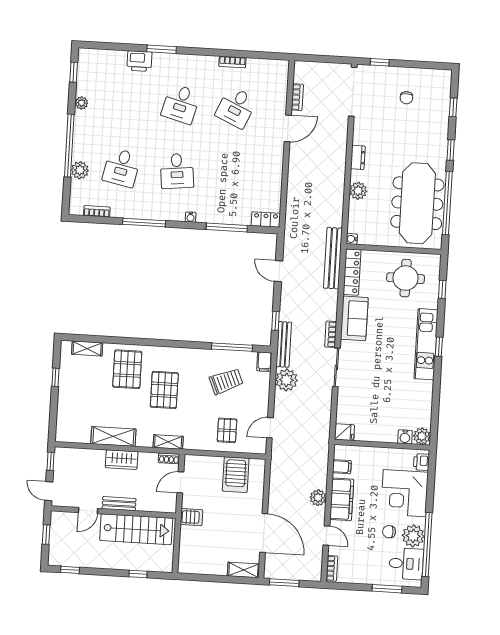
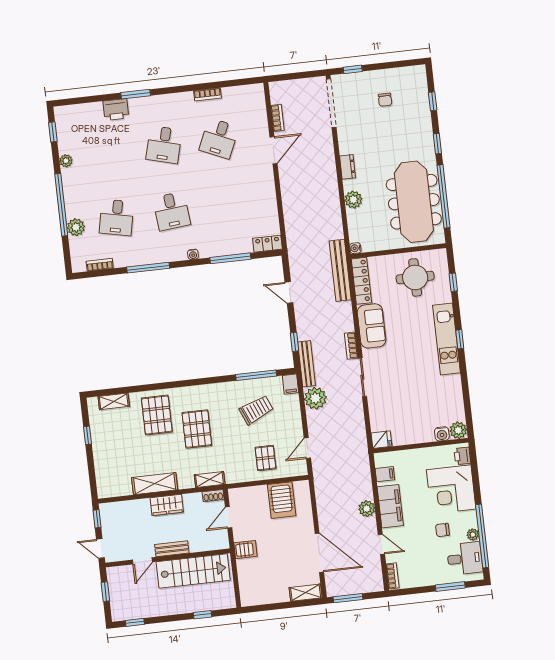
plant: (413, 536) -> (473, 535), width x0.53, depth x0.53

